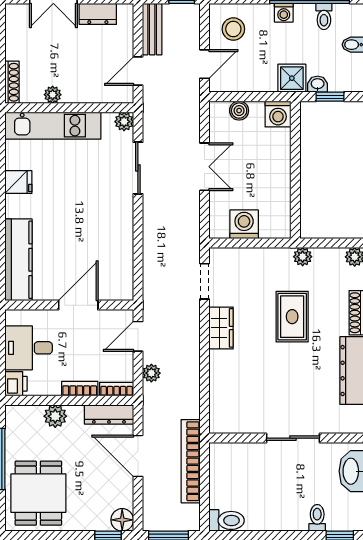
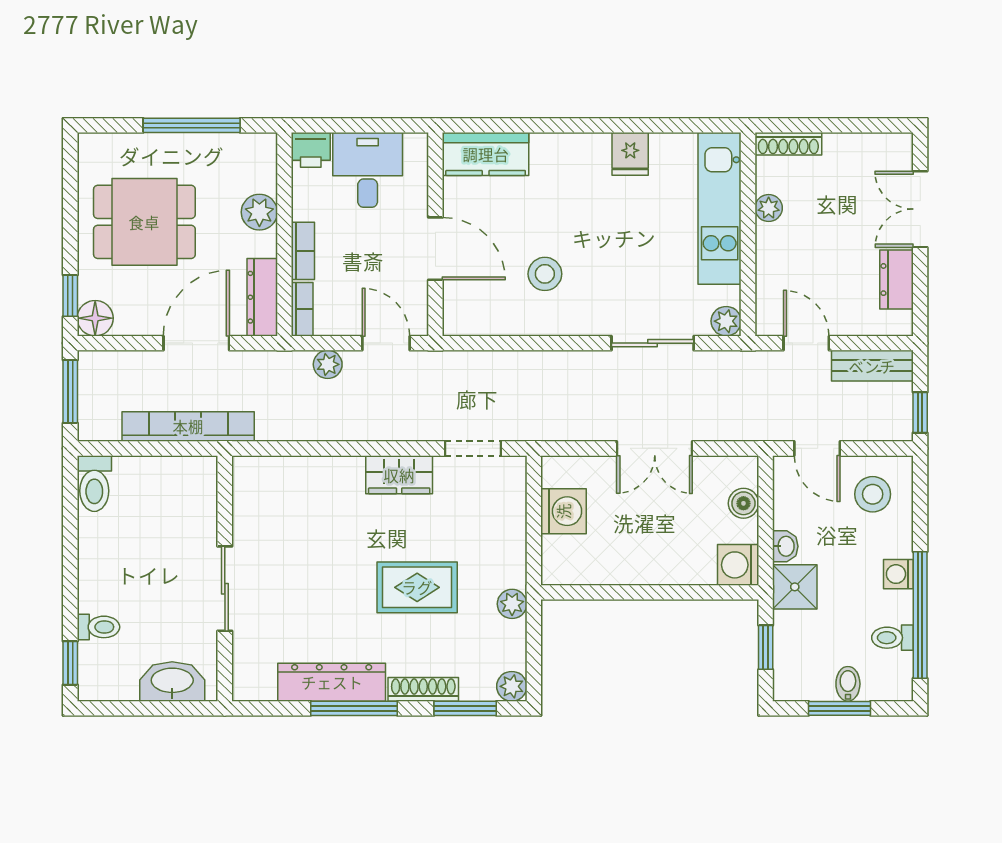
washbasin: (318, 84) -> (785, 546), moved
stool: (94, 236) -> (545, 274), added
kitchen counter: (19, 260) -> (486, 154), width x0.67
dining table: (38, 493) -> (144, 222), moved

